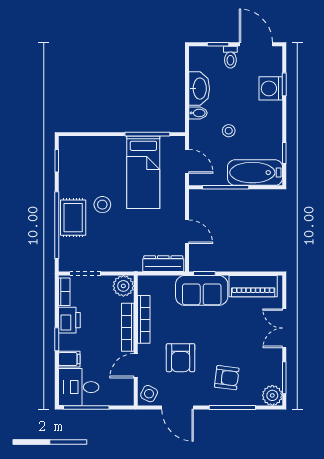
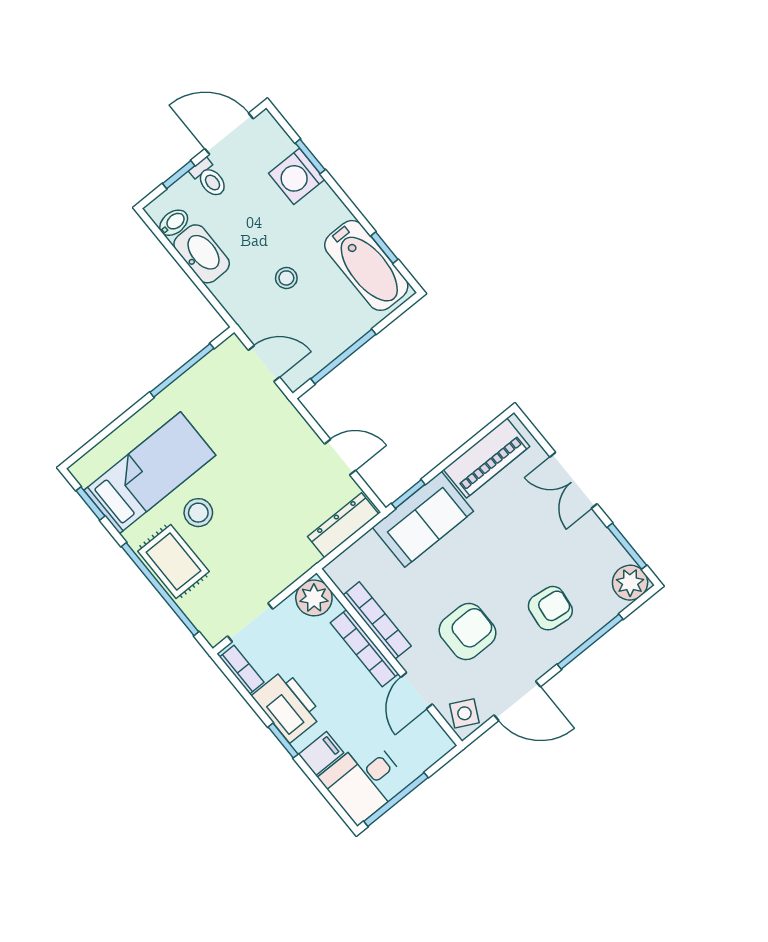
bidet: (198, 113) -> (174, 223), moved
bed: (143, 172) -> (150, 473), moved, turned -90
bathtub: (255, 173) -> (366, 265), moved, turned -90
printer: (69, 320) -> (287, 706), width x1.37, depth x1.19
armchair: (181, 358) -> (467, 631), turned -90

